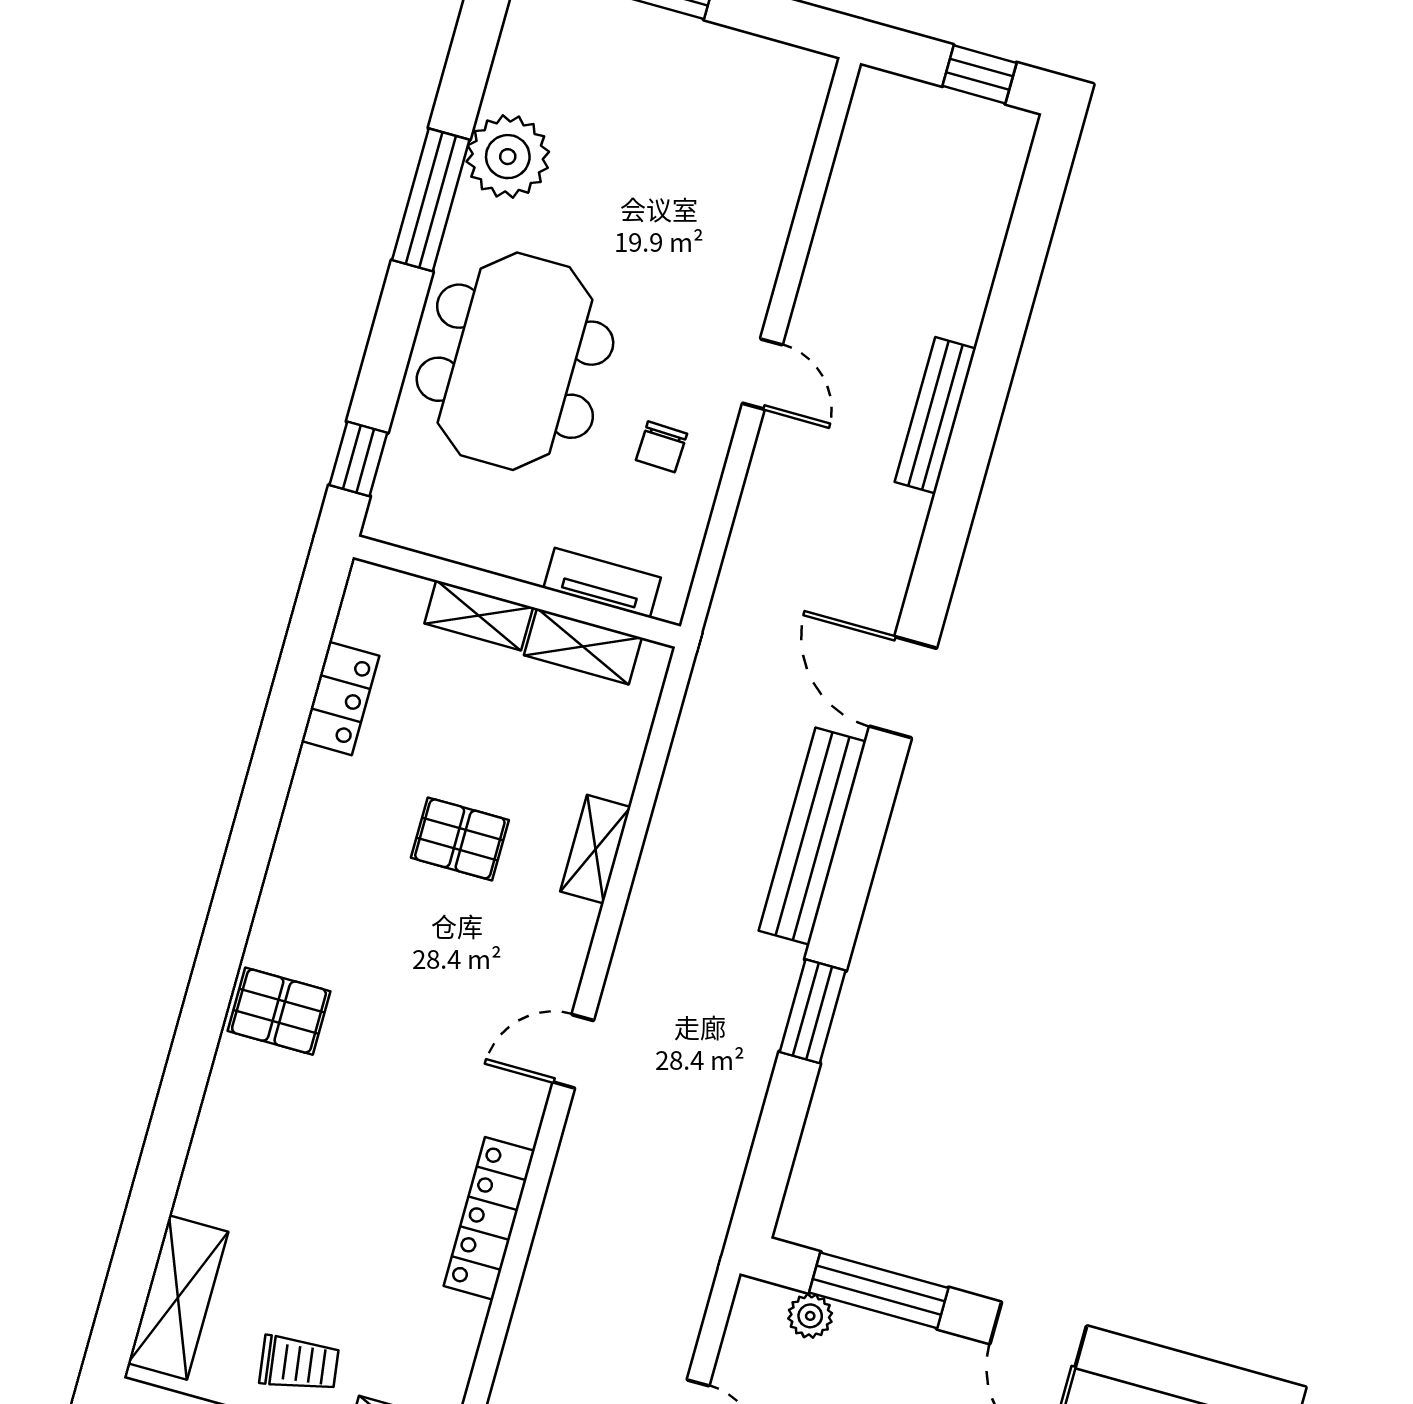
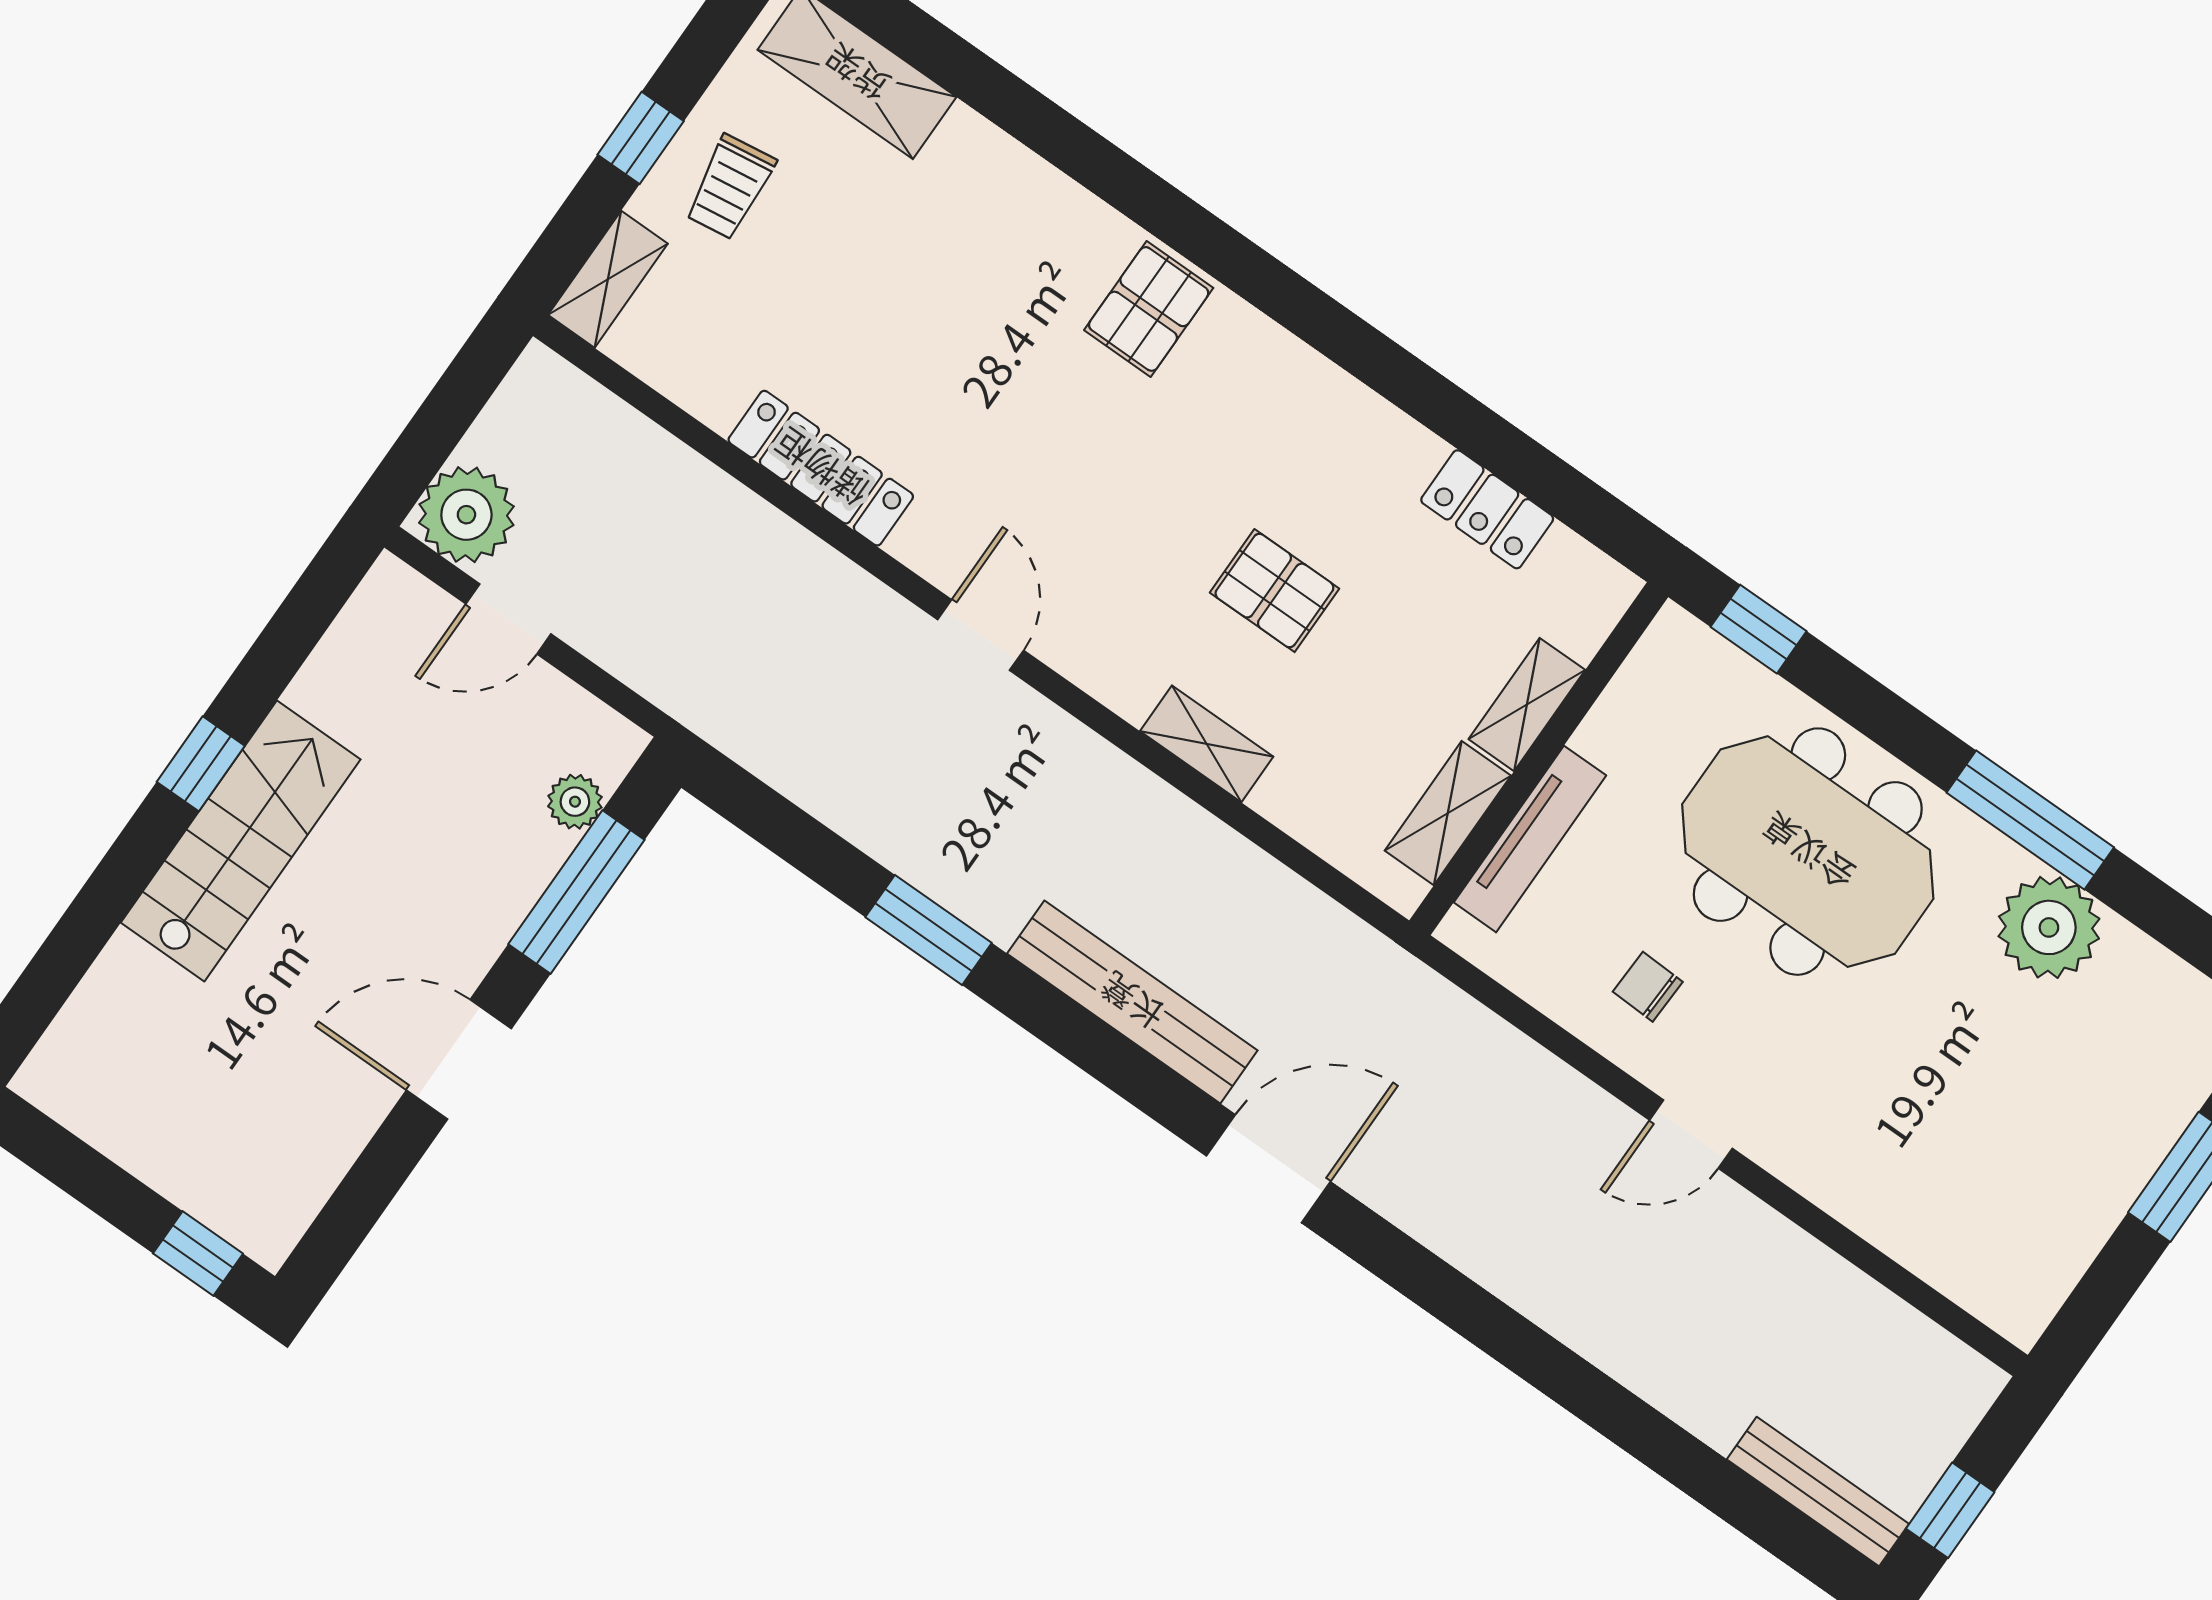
bench: (935, 415) -> (1818, 1492), moved
tv unit: (602, 583) -> (1530, 839), width x1.41
pallet: (460, 839) -> (1274, 591), turned 90

